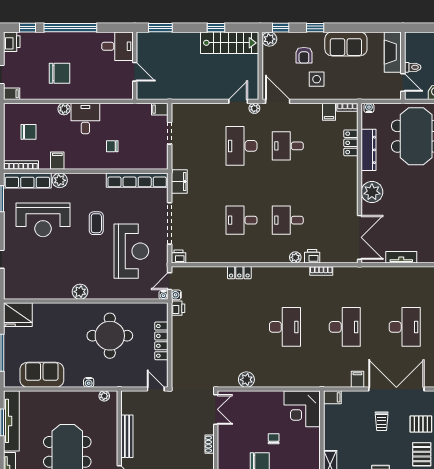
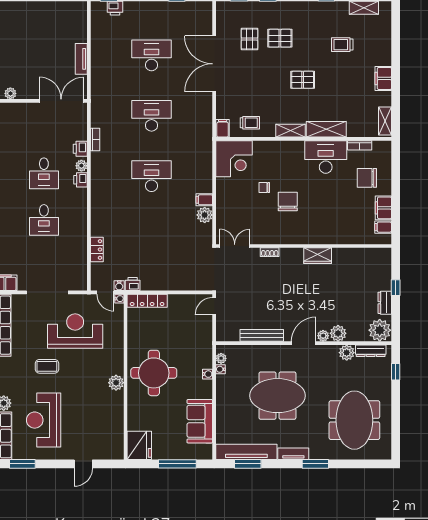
plant: (372, 192) -> (10, 93), width x0.53, depth x0.53
reception desk: (43, 220) -> (44, 420), turned 180
printer: (178, 257) -> (81, 180), moved
locker: (239, 273) -> (97, 249), moved
round table: (110, 336) -> (154, 373), moved
locker: (161, 341) -> (147, 301), moved
filing cabinet: (357, 379) -> (204, 200), moved
water cooler: (93, 395) -> (220, 369), added
trolley: (382, 421) -> (250, 123), moved

